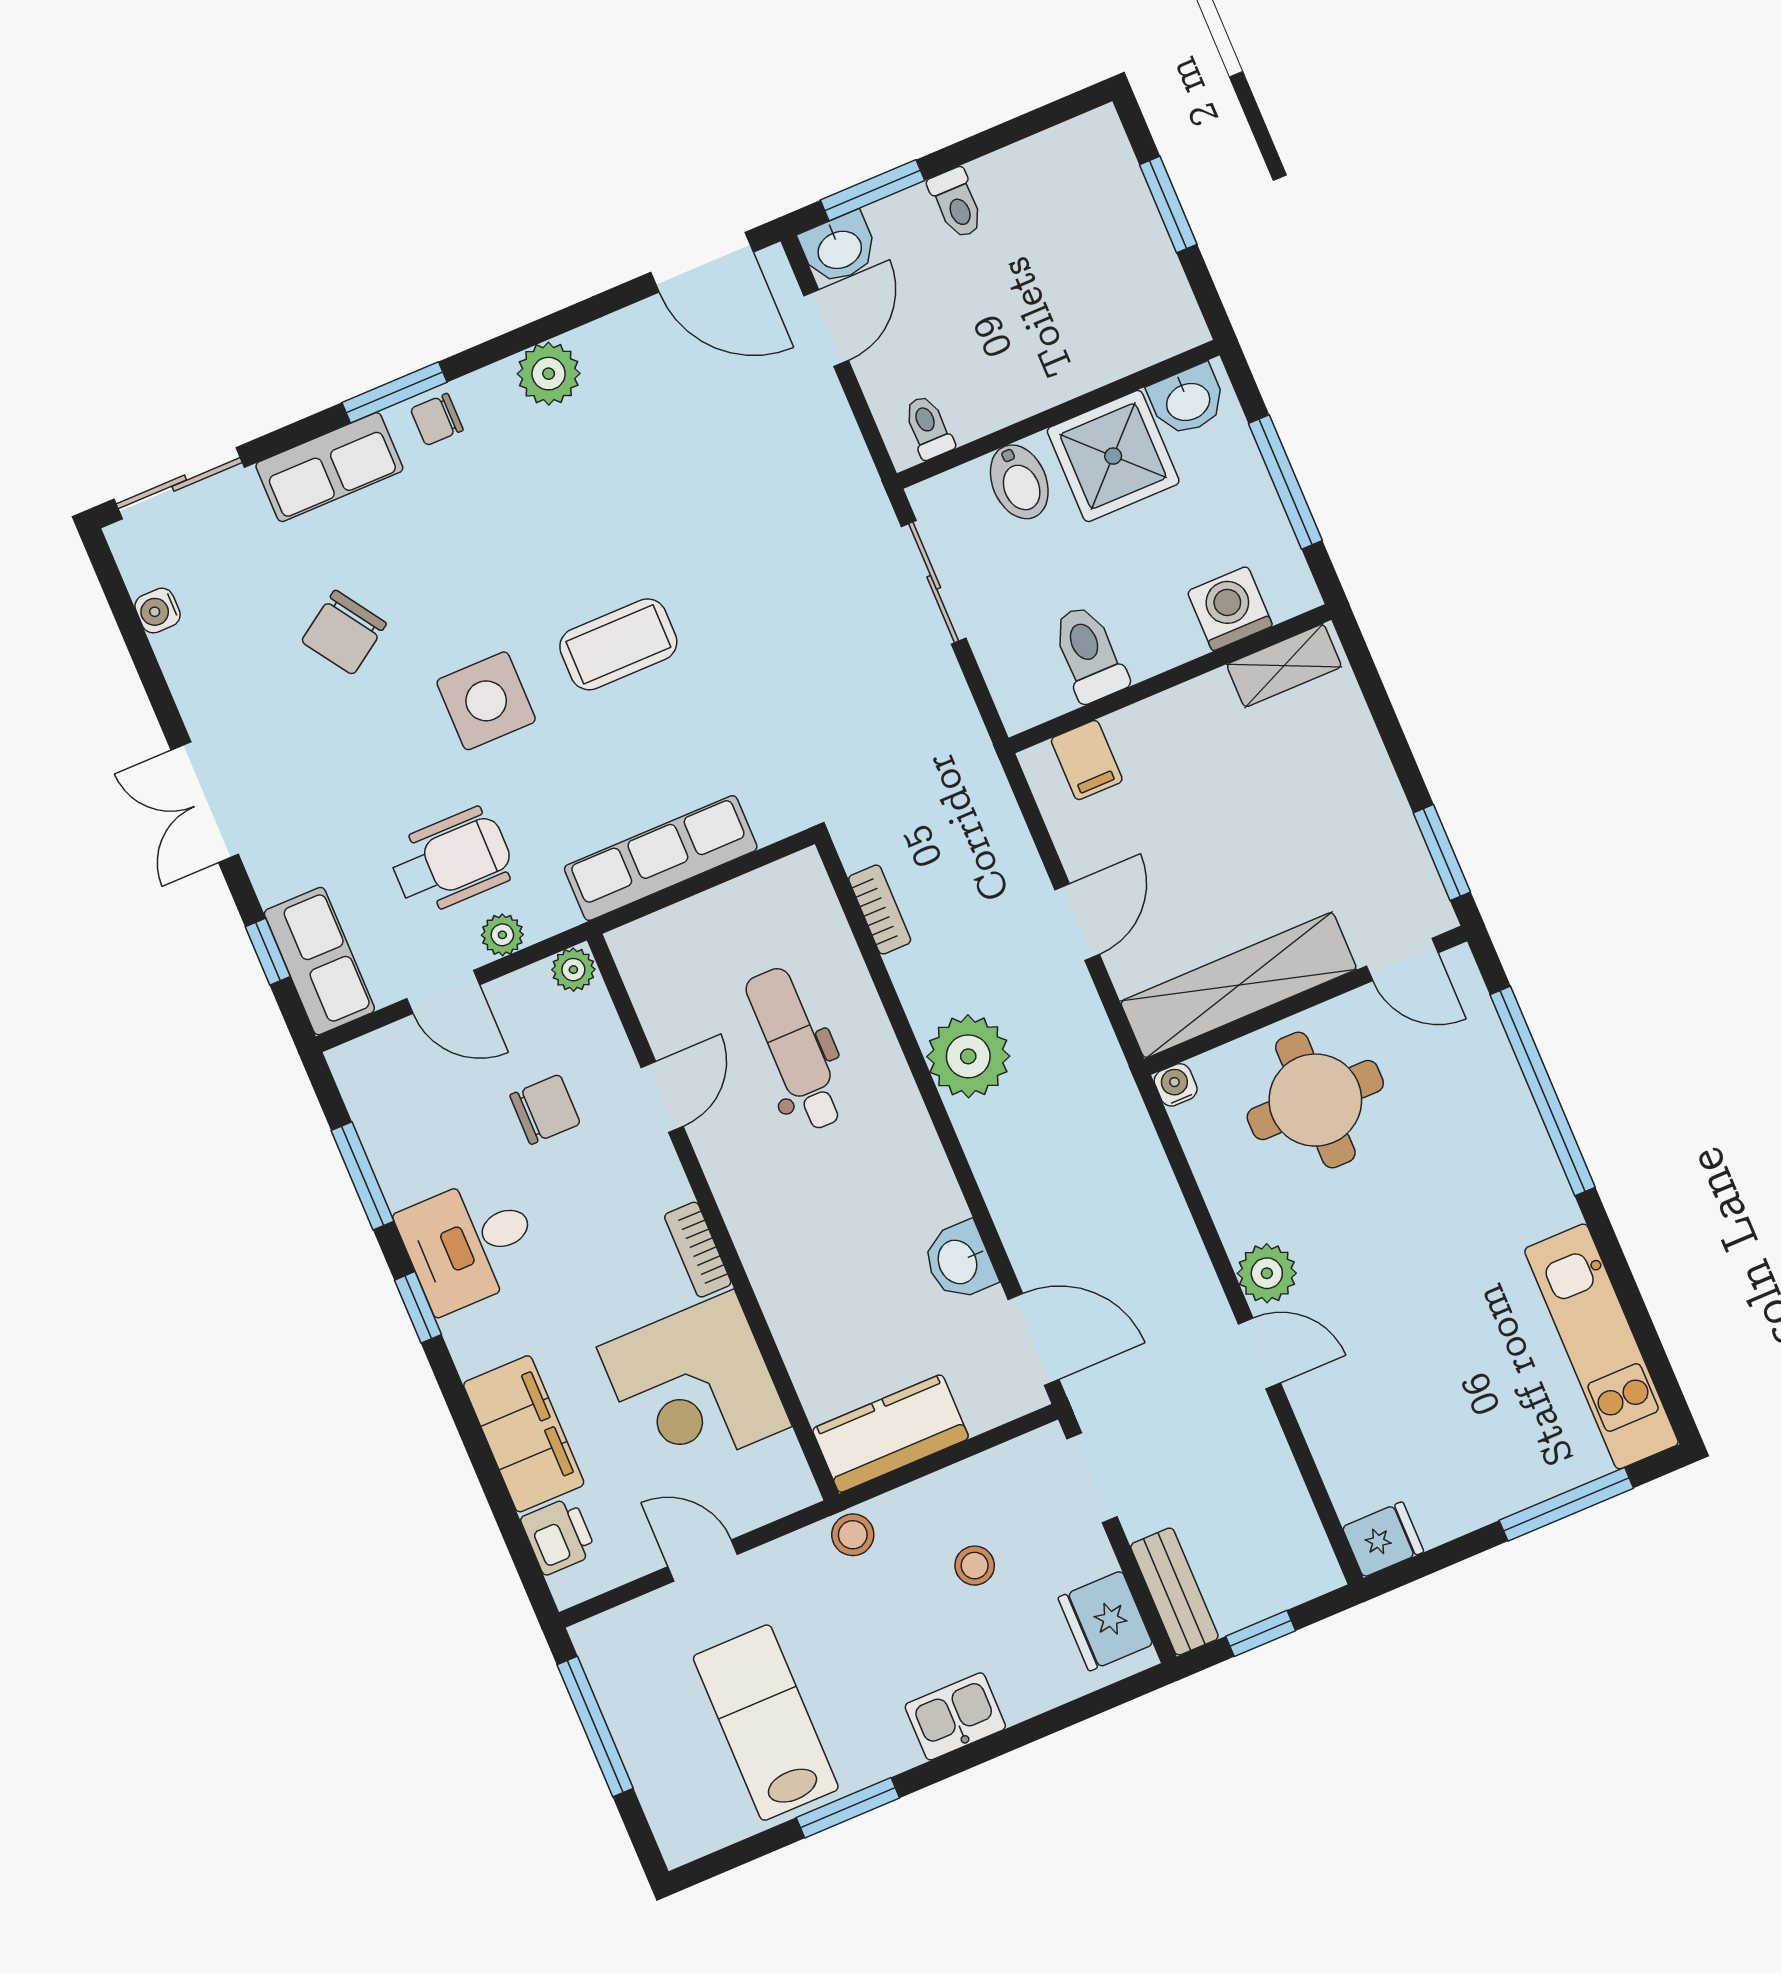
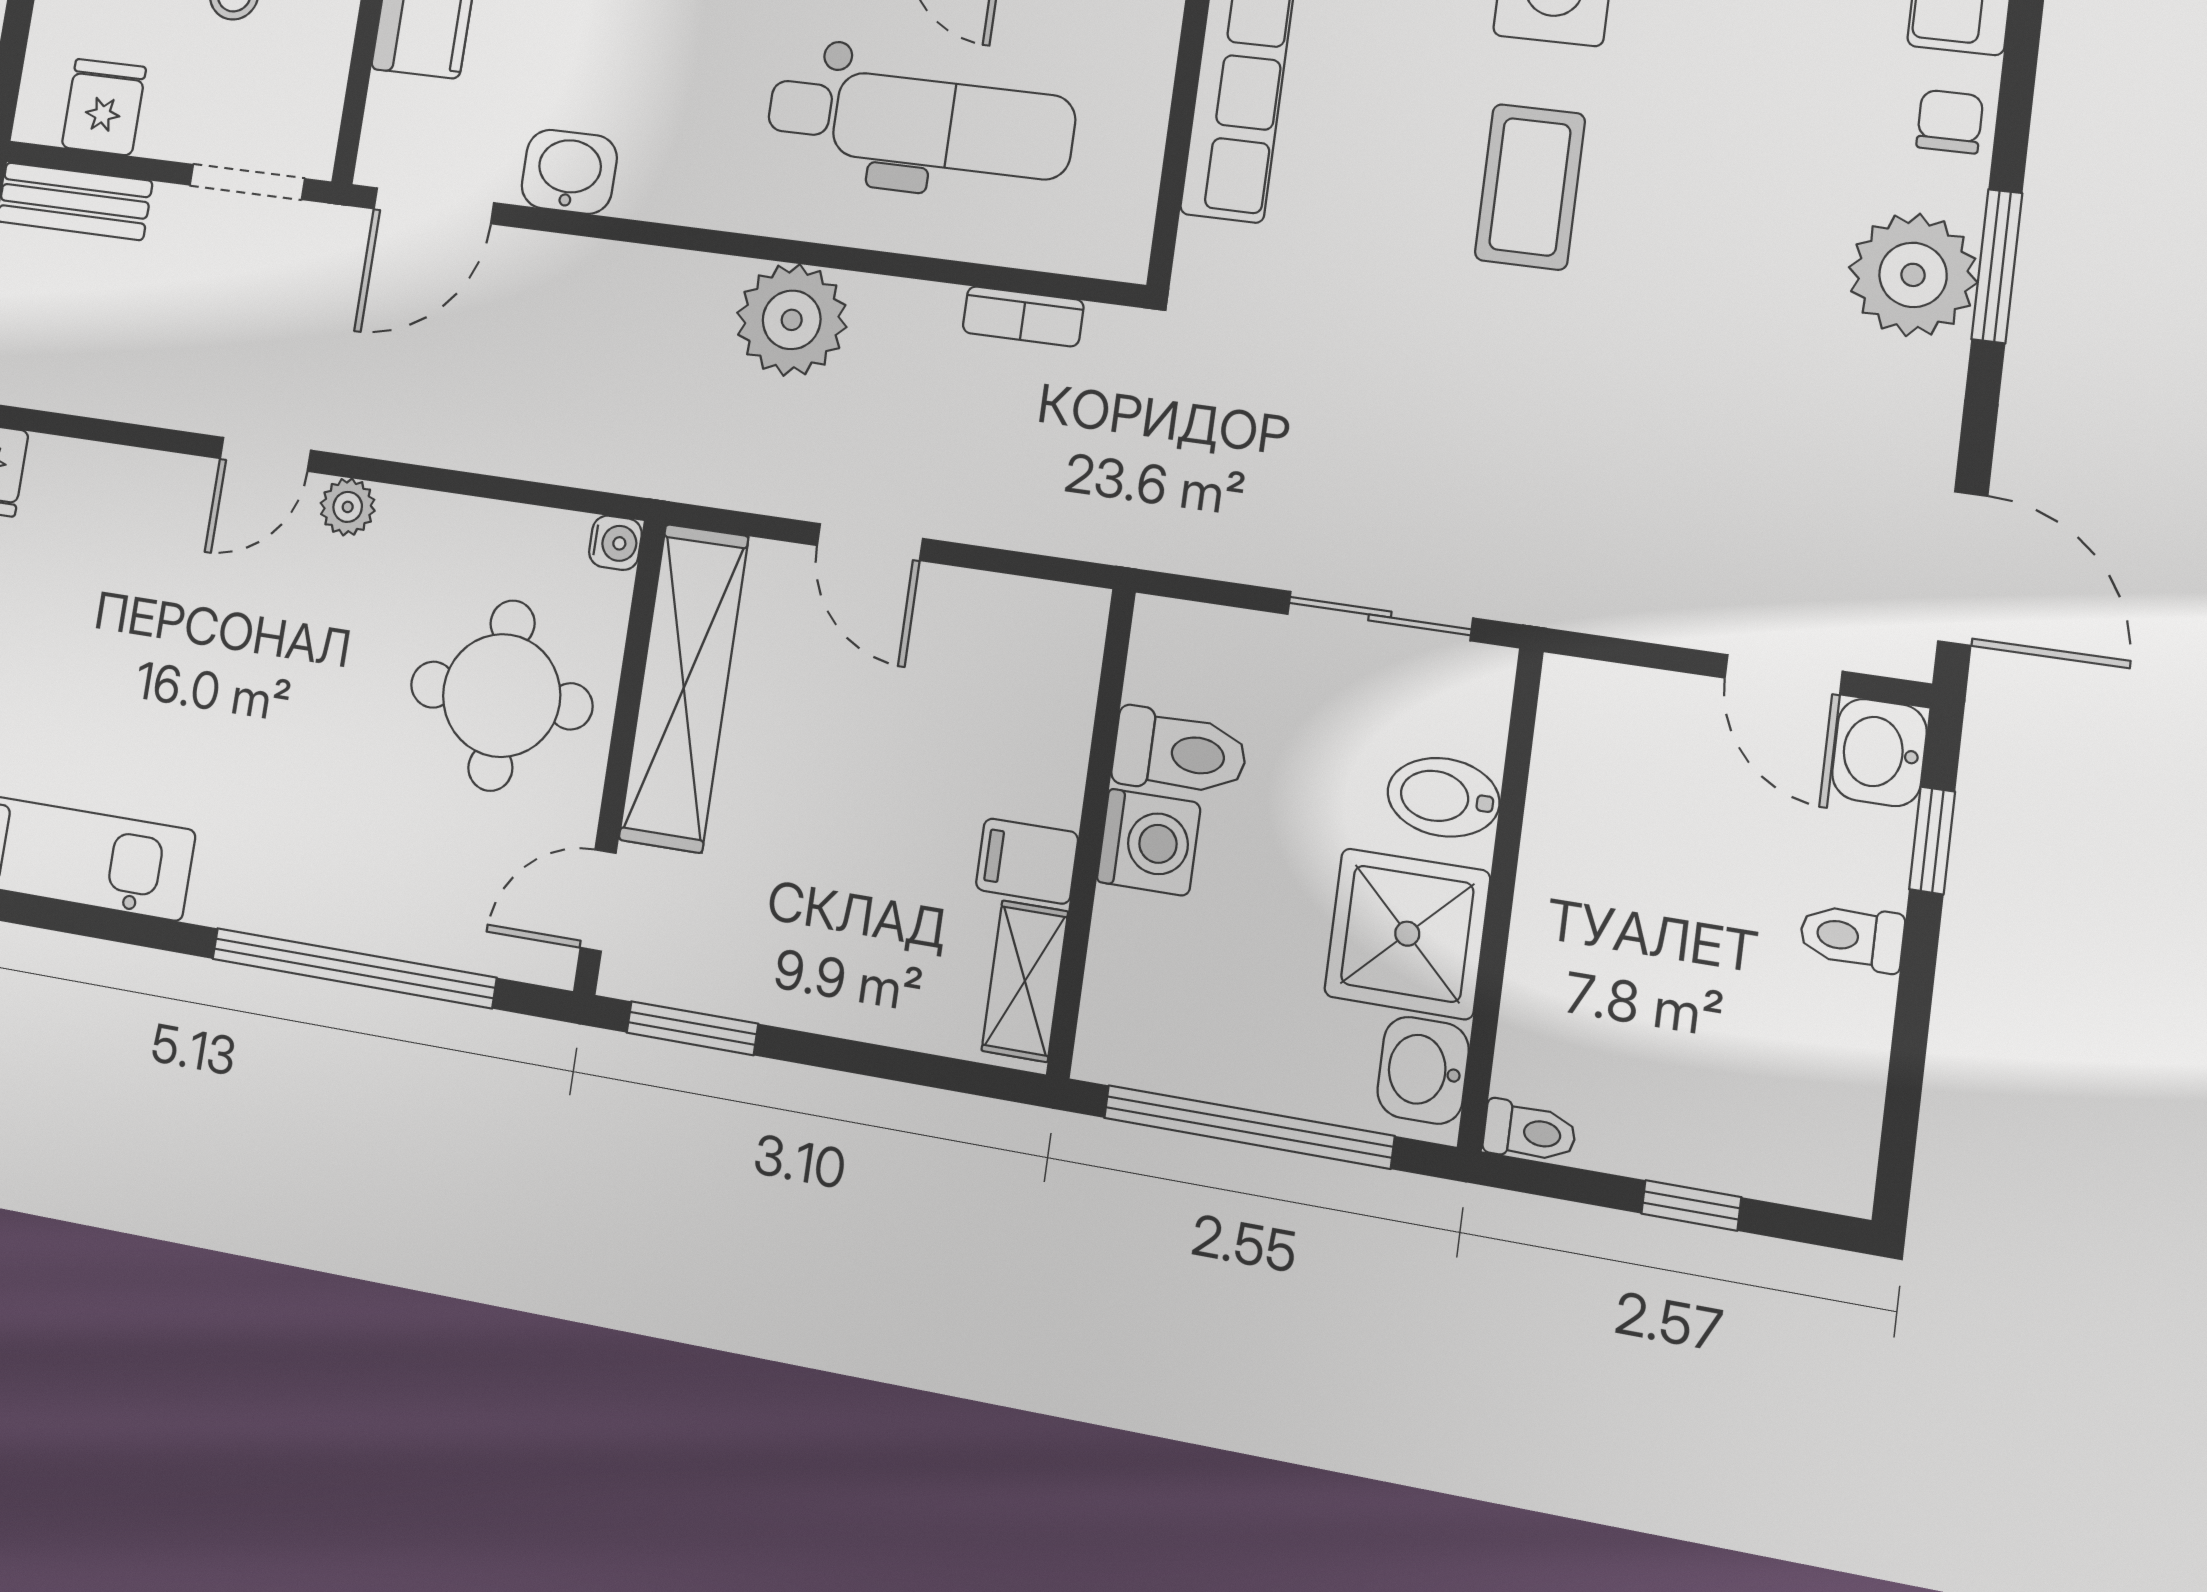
window: (873, 190) -> (1932, 840), width x0.67
window: (1168, 205) -> (1691, 1205), width x0.67
door: (702, 262) -> (1963, 568), swing flipped
plant: (549, 374) -> (1913, 275), width x1.36, depth x1.36
window: (394, 392) -> (1997, 266), moved
toilet: (928, 427) -> (1530, 1132), moved
window: (1285, 482) -> (1248, 1127), width x1.46
washing machine: (1230, 609) -> (1149, 842), moved
filing cabinet: (1087, 760) -> (1027, 861), moved
dental chair: (795, 1049) -> (920, 122), width x1.36, depth x1.38
plant: (1267, 1273) -> (348, 507), width x0.73, depth x0.73
fridge: (1105, 1621) -> (104, 107), width x0.72

